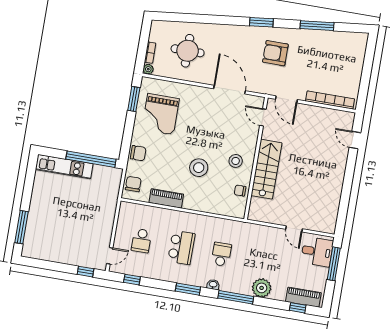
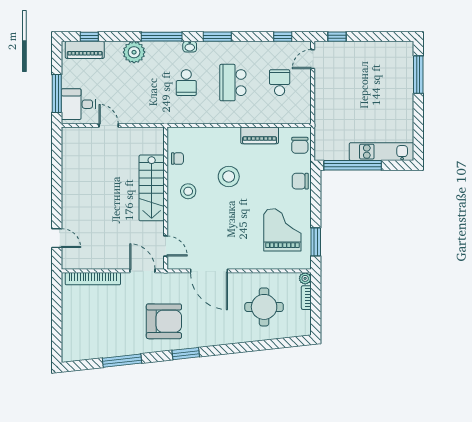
armchair: (275, 53) -> (164, 321), width x1.36, depth x1.36

